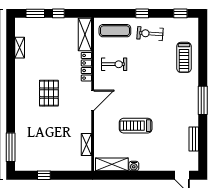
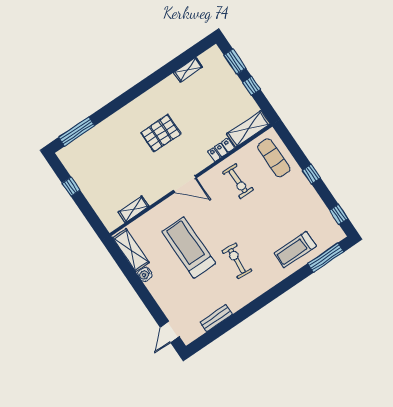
exercise bike: (150, 34) -> (237, 261), moved
locker: (86, 67) -> (221, 150), width x0.66
window: (203, 100) -> (326, 258), moved
treadmill: (136, 126) -> (189, 248), width x1.37, depth x1.38

